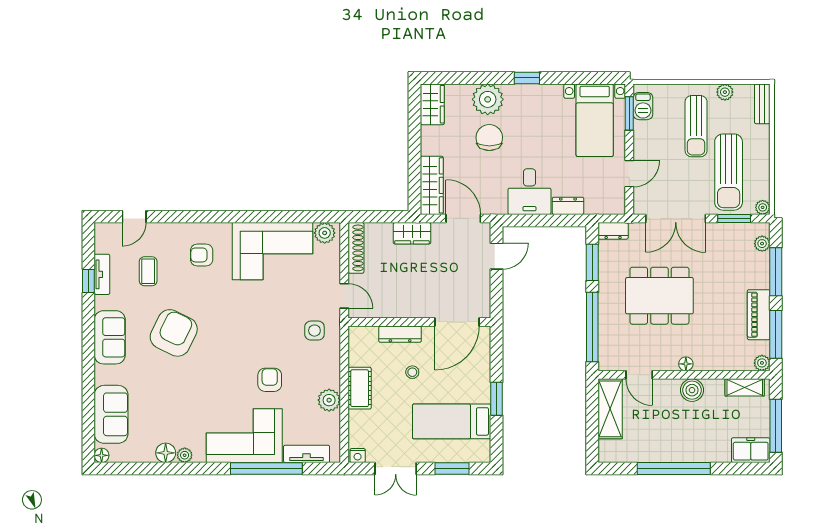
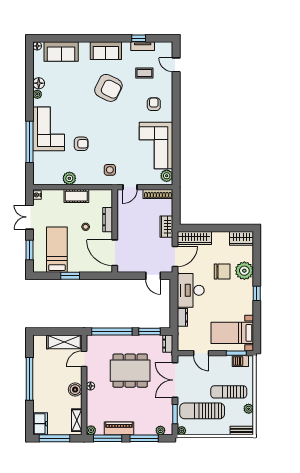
desk: (529, 192) -> (191, 290), width x1.37
dining table: (659, 296) -> (130, 371), turned 90
tv unit: (307, 454) -> (38, 165), removed

